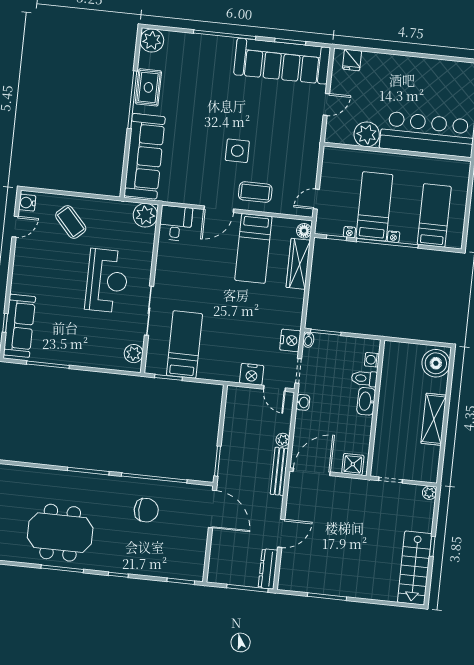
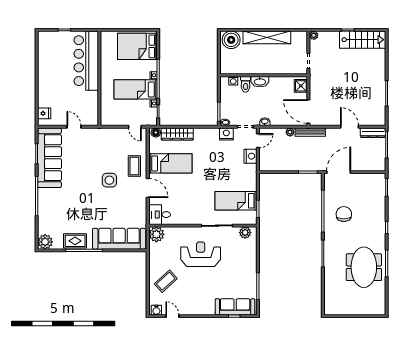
plant: (367, 134) -> (90, 99), removed
bed: (434, 215) -> (137, 46), width x1.50
shelving: (434, 419) -> (267, 37), width x1.47

